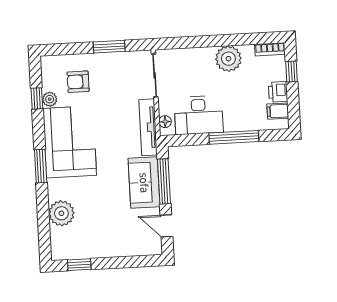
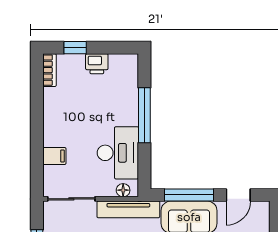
plant: (228, 59) -> (57, 116), removed
filing cabinet: (278, 111) -> (54, 156), moved, turned -90

